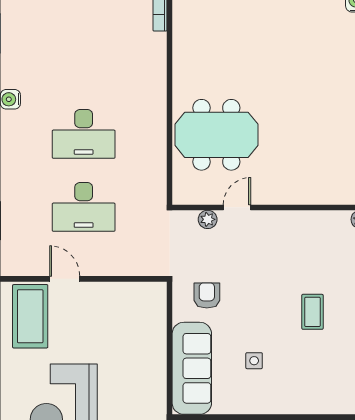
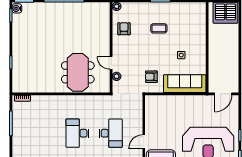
desk: (84, 134) -> (77, 133), turned 180
armchair: (312, 236) -> (124, 29), added

